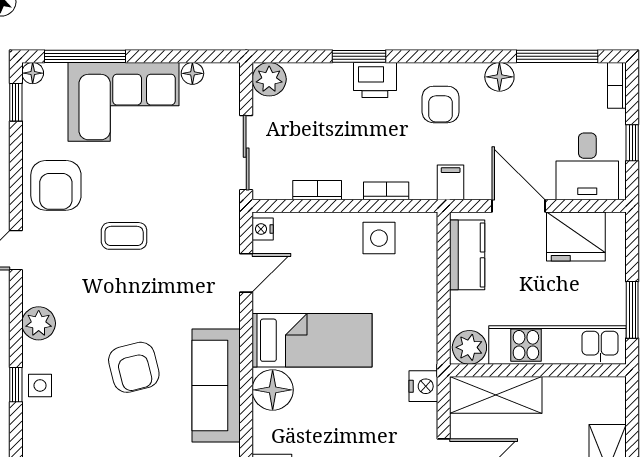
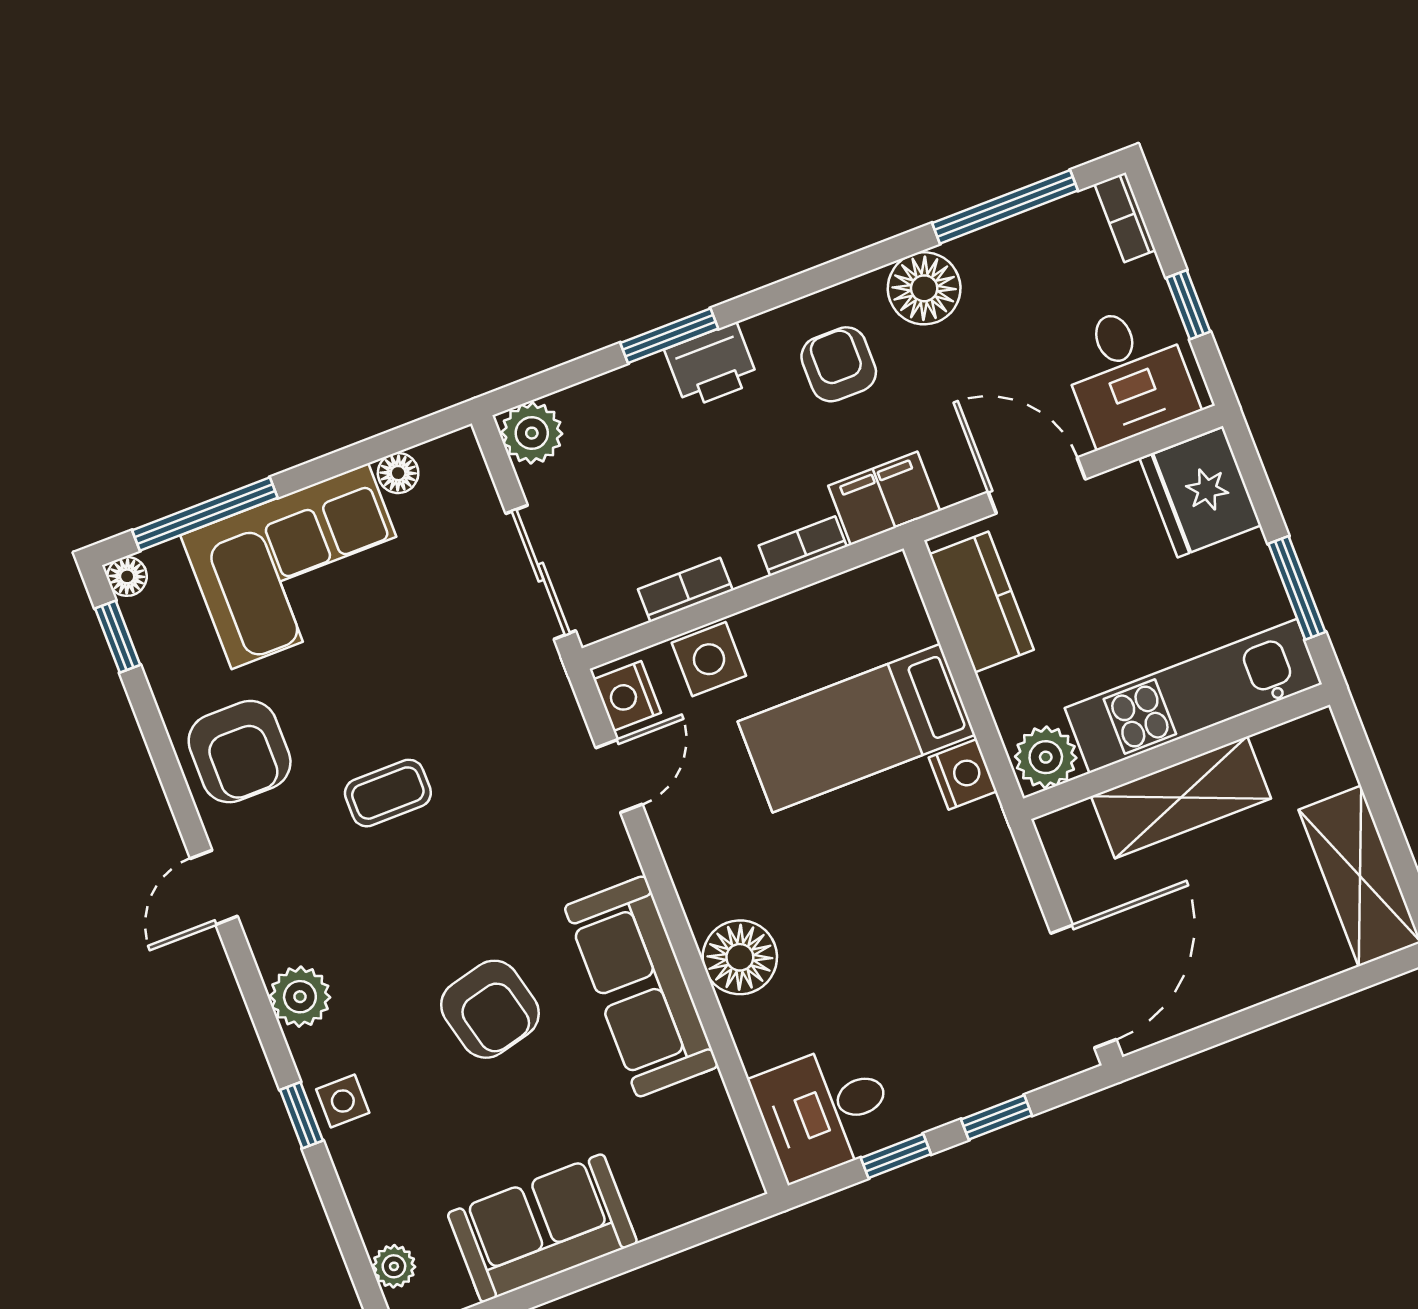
floor lamp: (499, 77) -> (924, 288), width x1.38, depth x1.38
armchair: (441, 104) -> (839, 364), turned 180
filing cabinet: (451, 182) -> (884, 498), width x2.00
nightstand: (263, 229) -> (627, 696), width x1.39, depth x1.35
fridge: (576, 237) -> (1200, 492), moved, turned 90
side table: (379, 238) -> (709, 659), moved
bed: (312, 340) -> (857, 728), moved, turned 180
nightstand: (423, 386) -> (963, 774), moved
shelving: (496, 395) -> (1181, 797), moved

